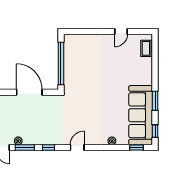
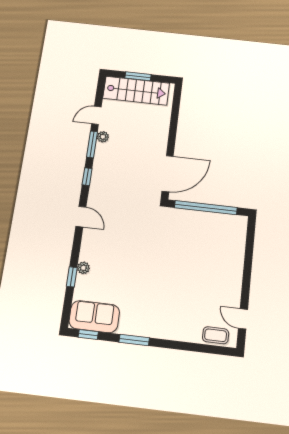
door: (121, 31) -> (243, 319), moved
door: (29, 92) -> (168, 174), moved
sofa: (141, 115) -> (94, 317), width x0.54, depth x0.79
window: (137, 148) -> (72, 277), moved

